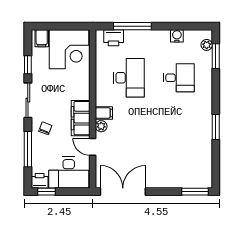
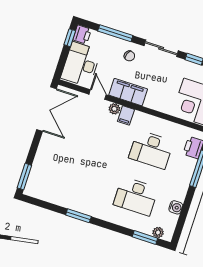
desk: (179, 78) -> (136, 196), width x1.37
door: (93, 147) -> (98, 95), hinge flipped

